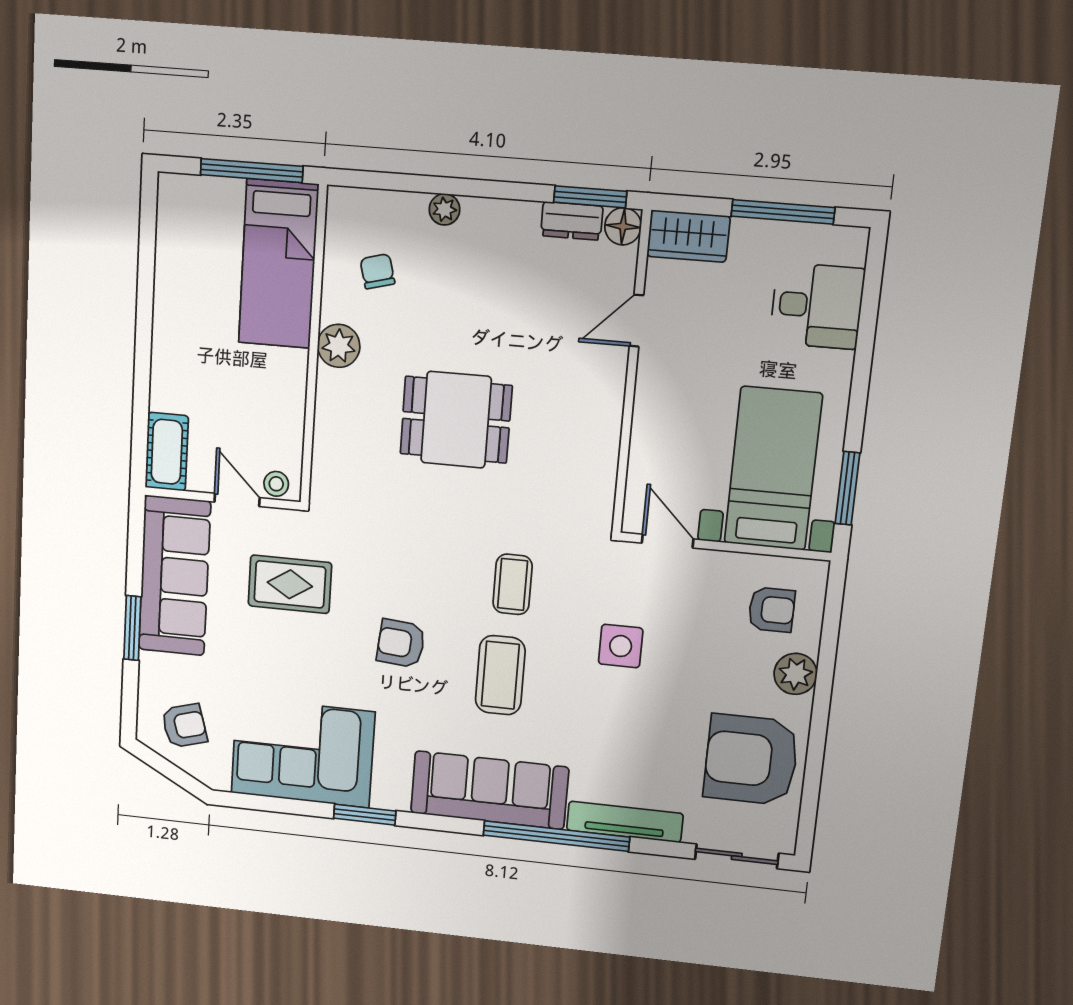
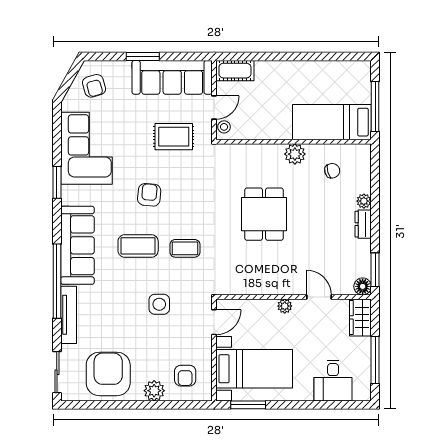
dresser: (572, 221) -> (363, 224), moved
plant: (649, 394) -> (285, 306), added
rug: (290, 584) -> (174, 137), turned 90

